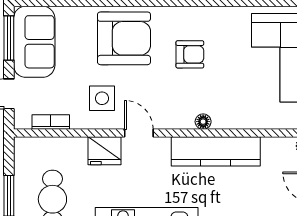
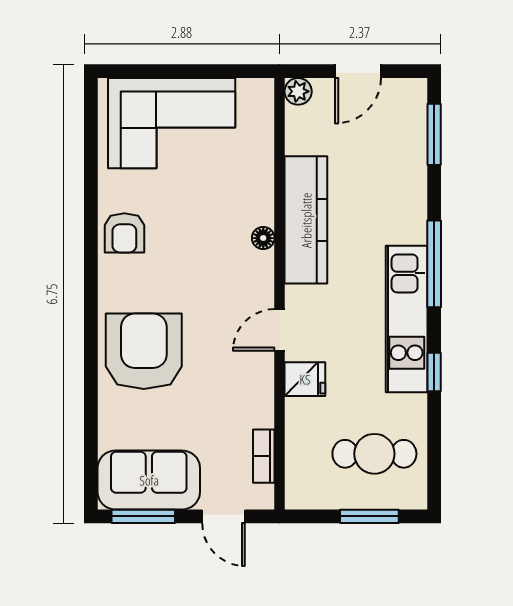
armchair: (190, 54) -> (124, 233), moved, turned 180
side table: (102, 98) -> (230, 383), removed
fridge: (105, 151) -> (305, 379), width x0.72

